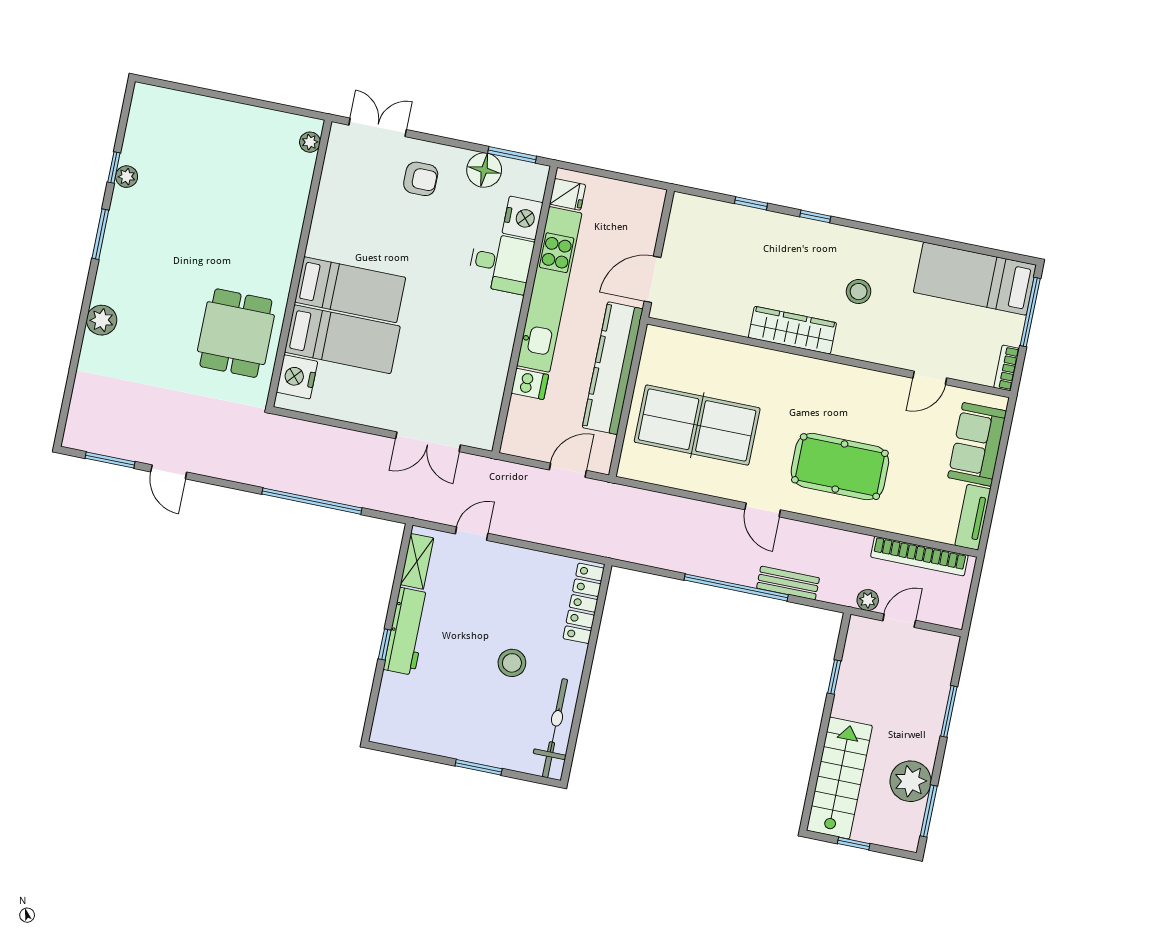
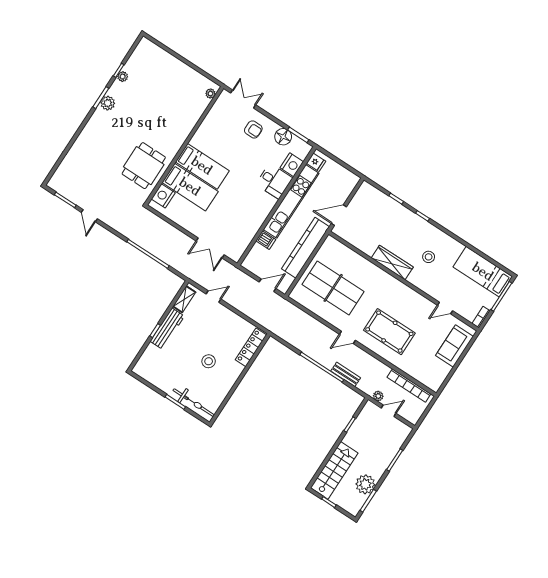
plant: (102, 320) -> (108, 103), moved
door: (763, 510) -> (347, 337), hinge flipped
tv unit: (973, 517) -> (440, 378), removed
bicycle: (555, 728) -> (194, 403), moved, turned 90

